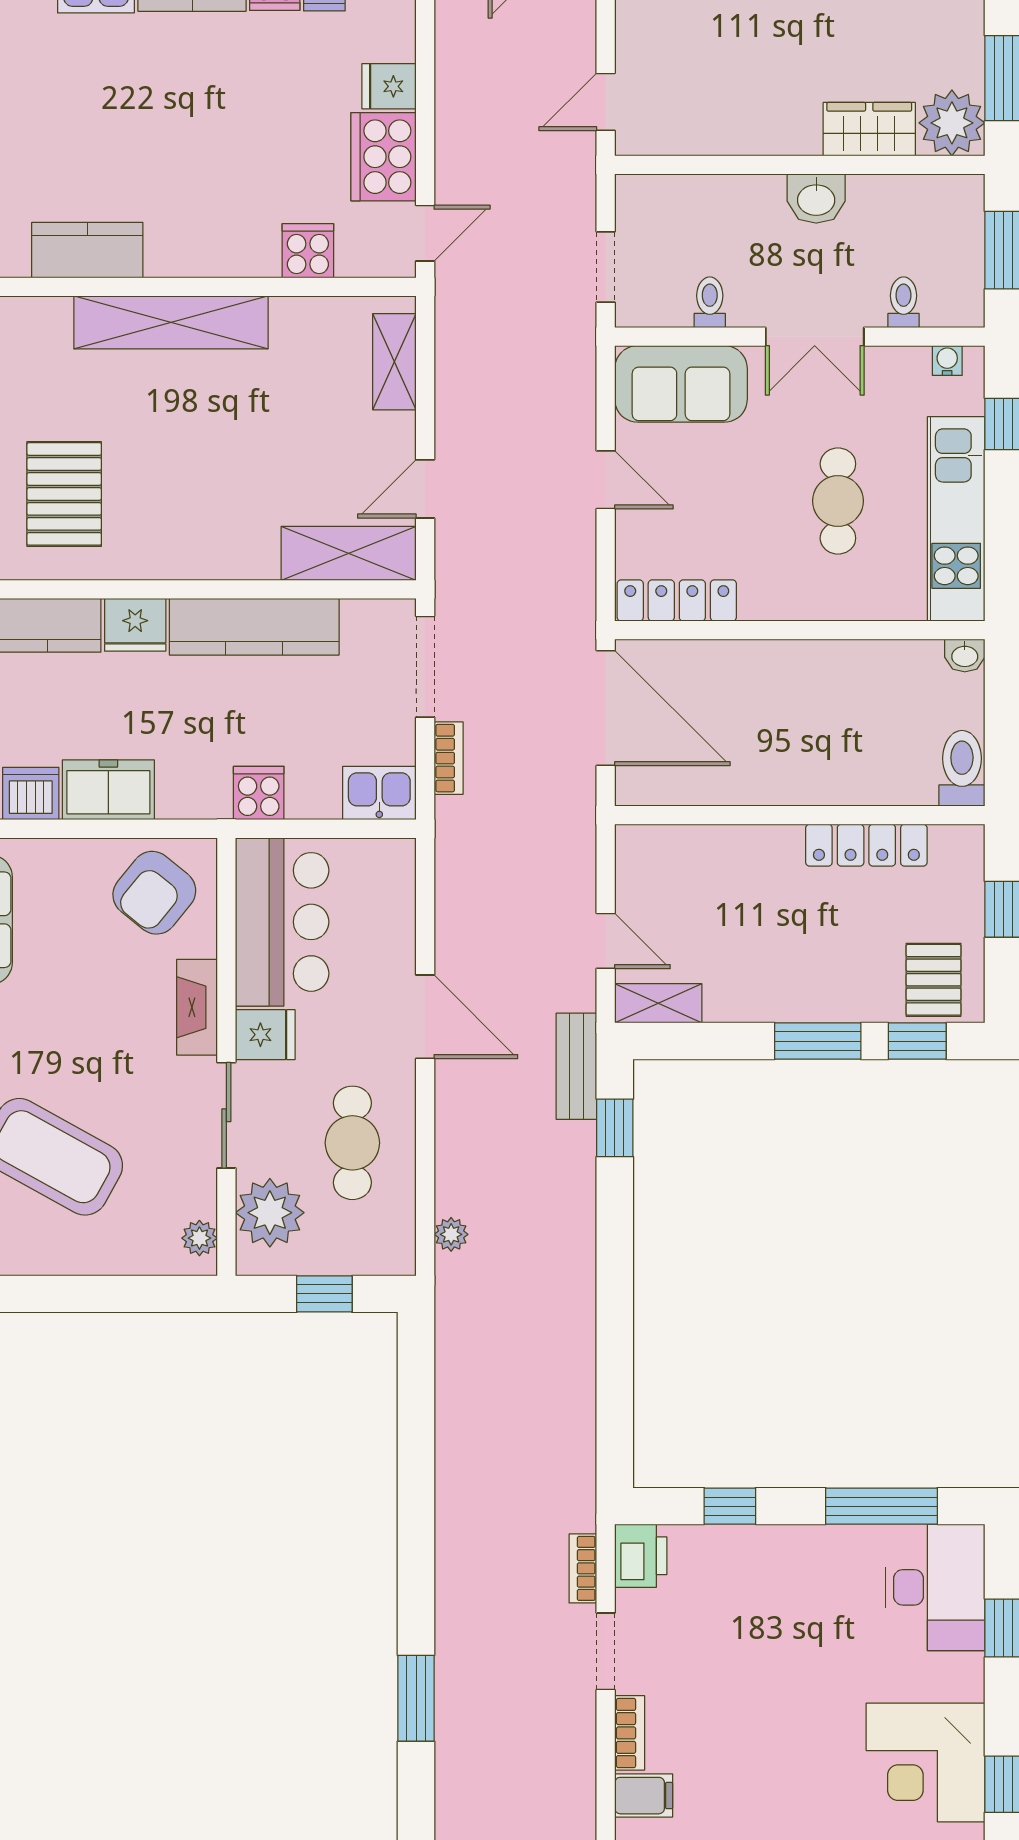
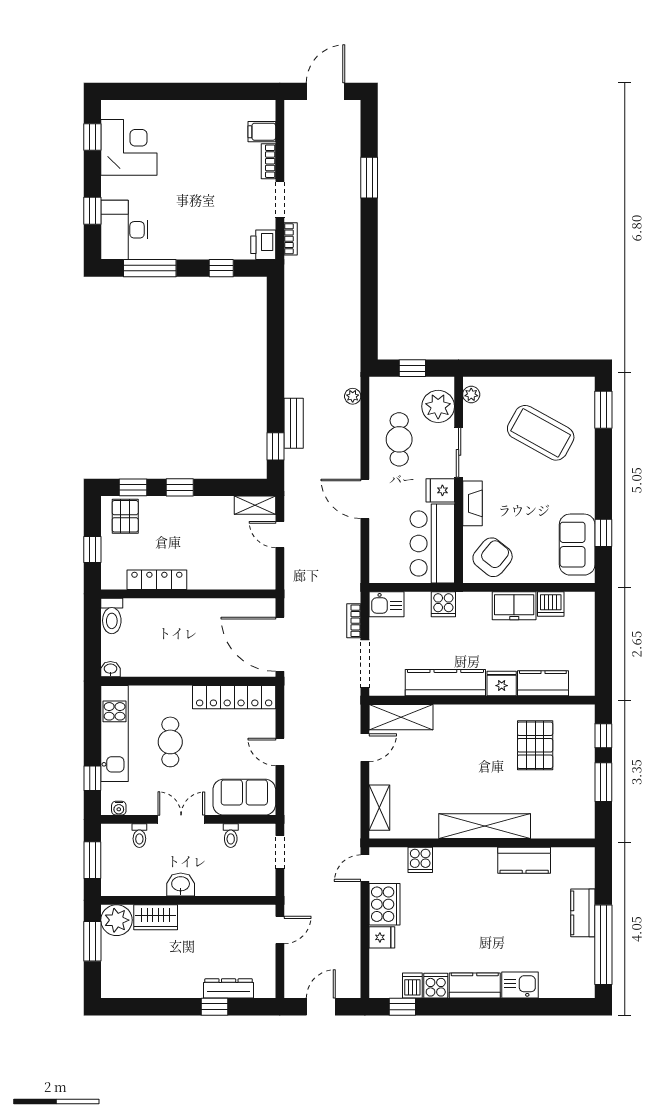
locker: (677, 600) -> (234, 697), width x1.41, depth x1.21
window: (818, 1041) -> (180, 487), width x0.67
bench: (576, 1066) -> (294, 423), moved

